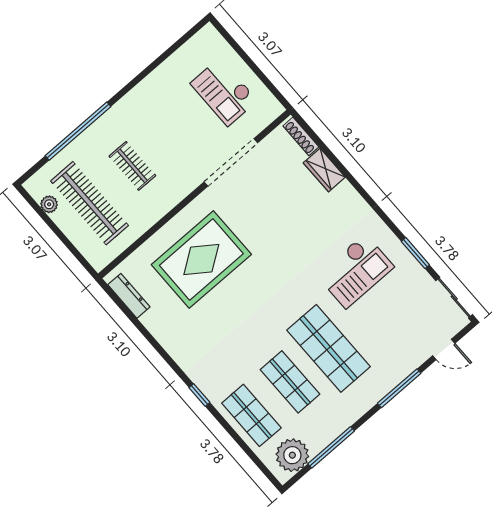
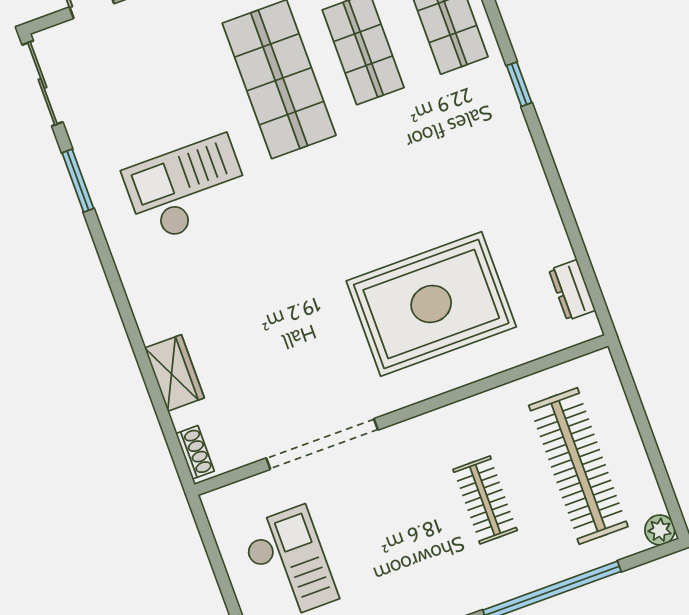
shoe rack: (301, 136) -> (195, 452), width x0.70
plant: (49, 204) -> (660, 530), moved
dresser: (129, 296) -> (572, 290), width x0.70

